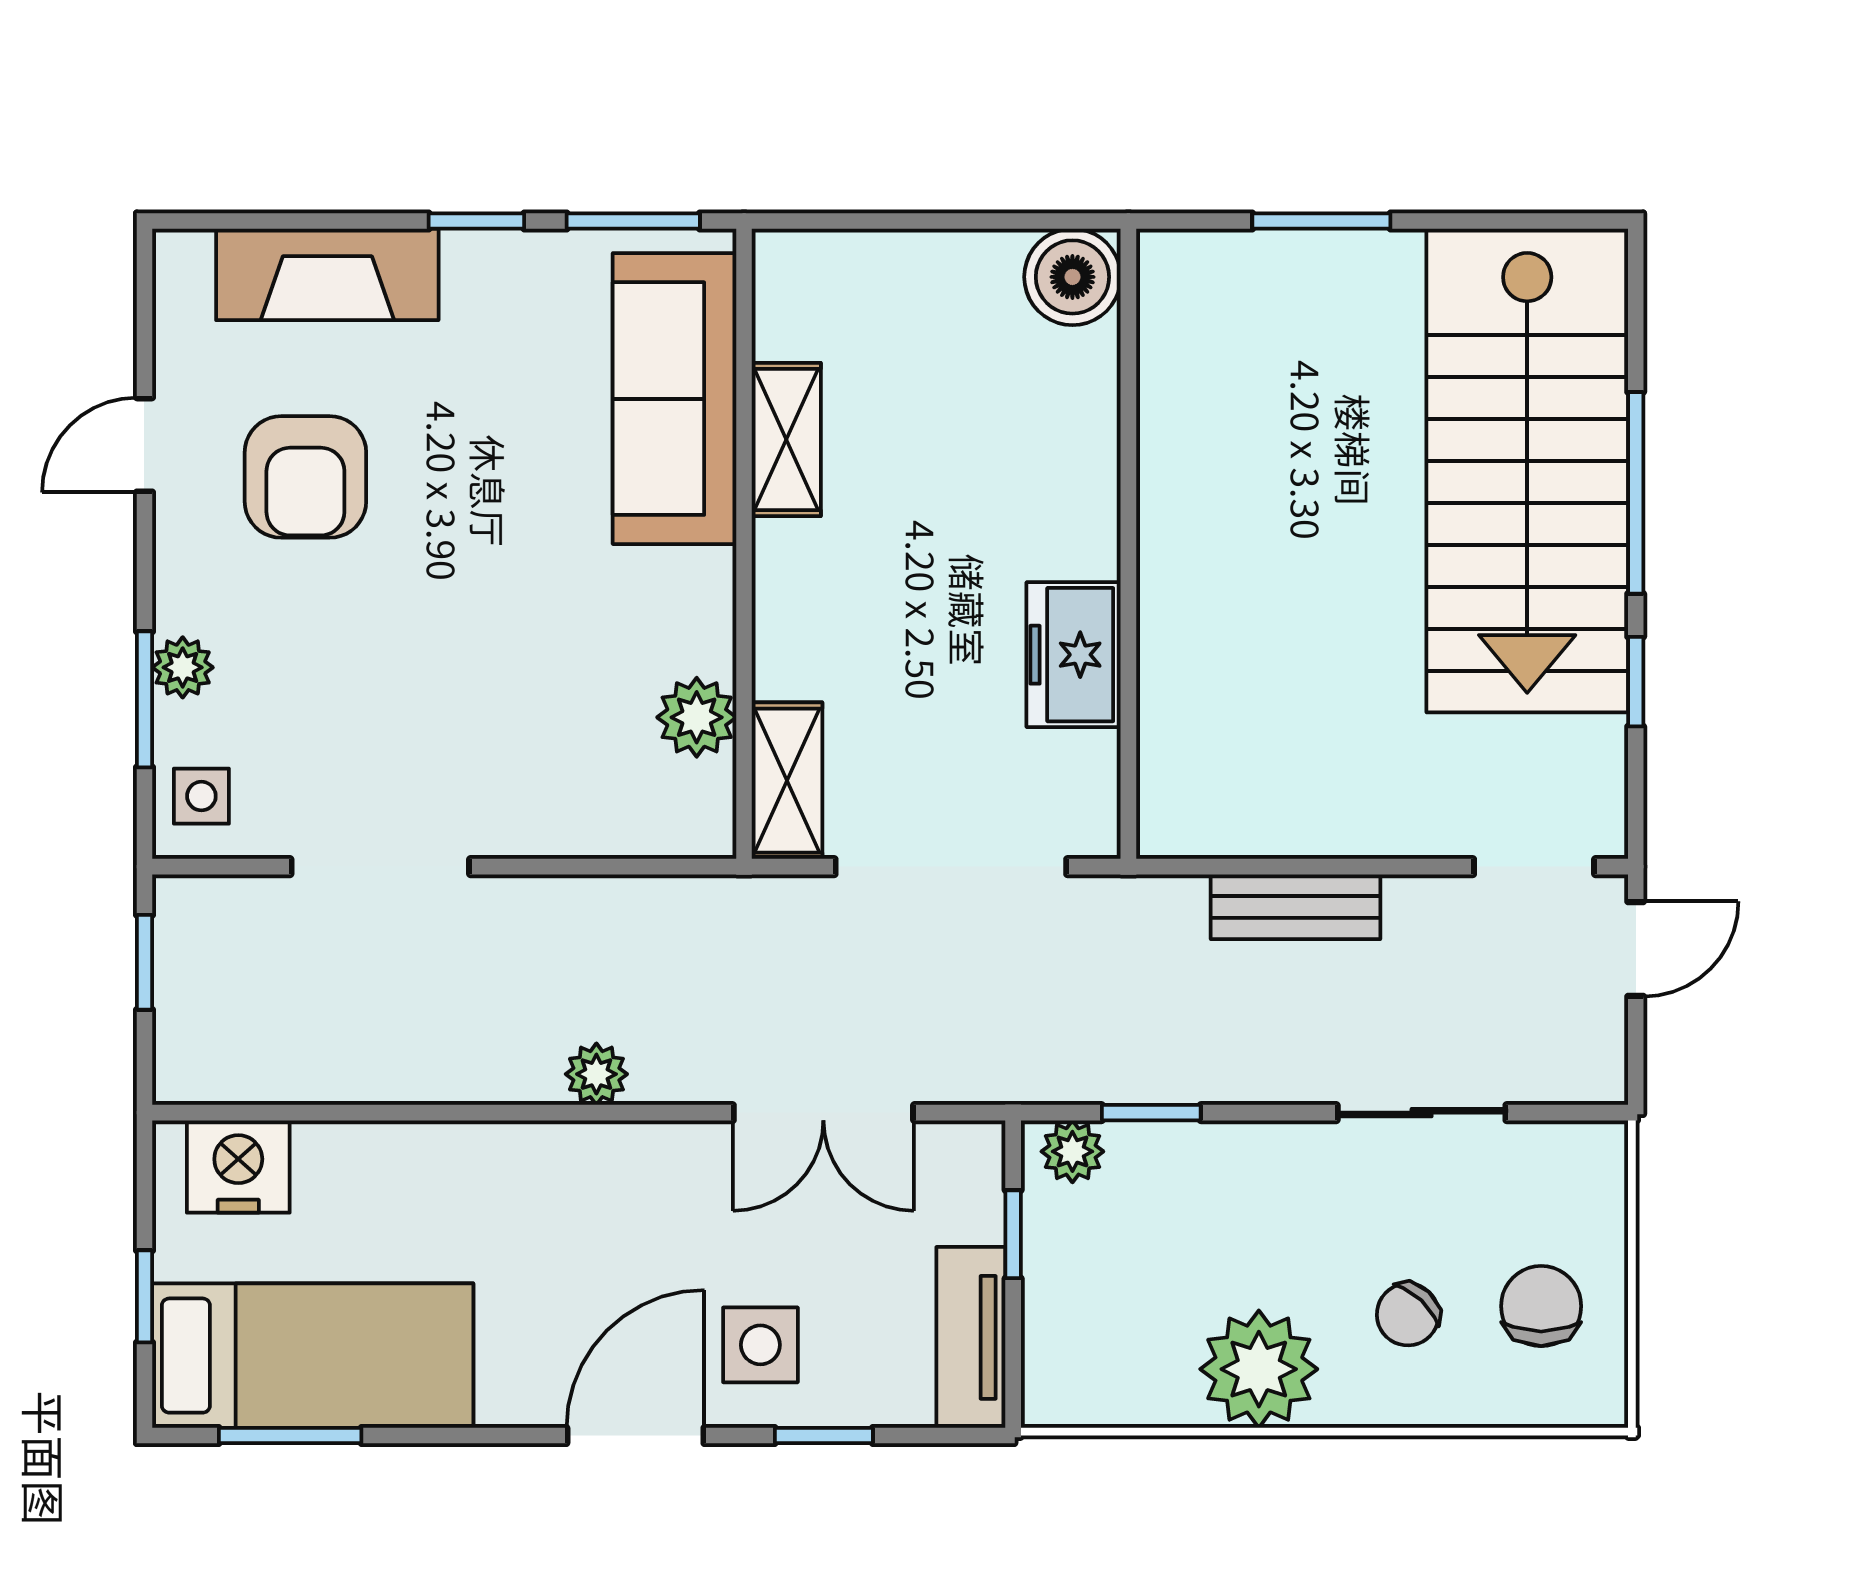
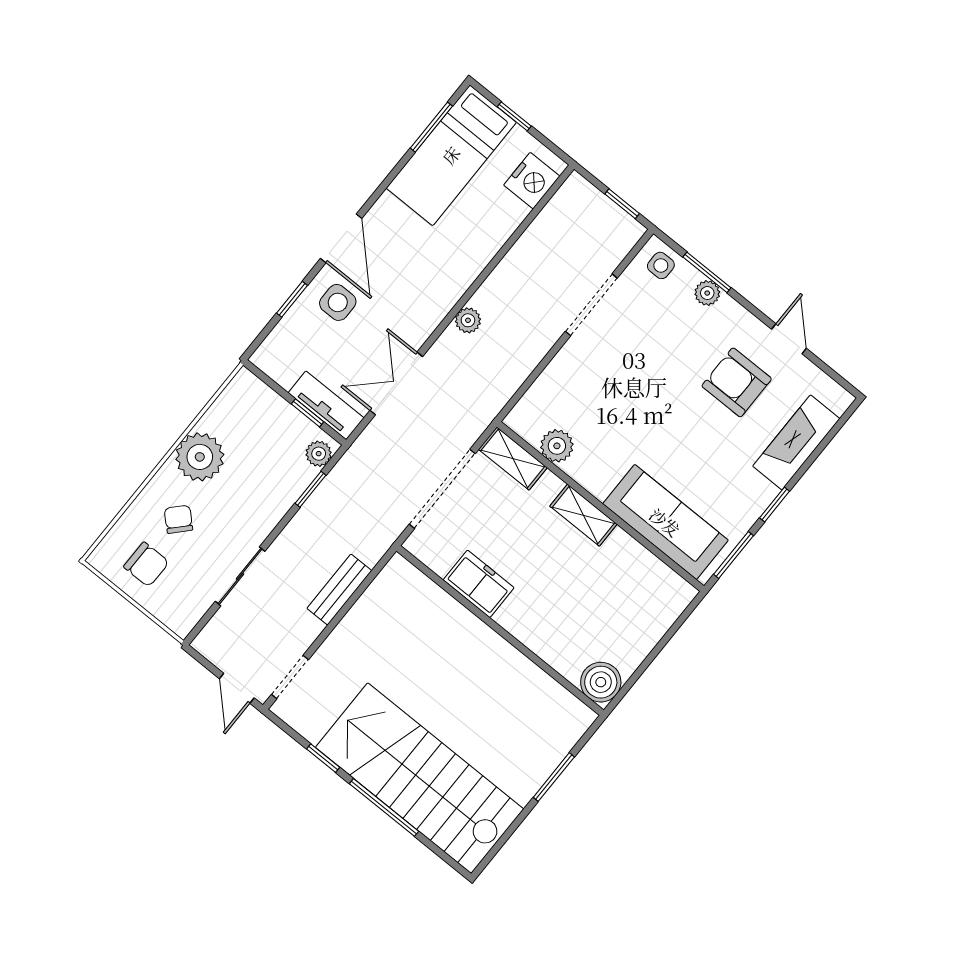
shelving: (786, 440) -> (583, 515), moved
tv unit: (971, 1337) -> (326, 405), moved

